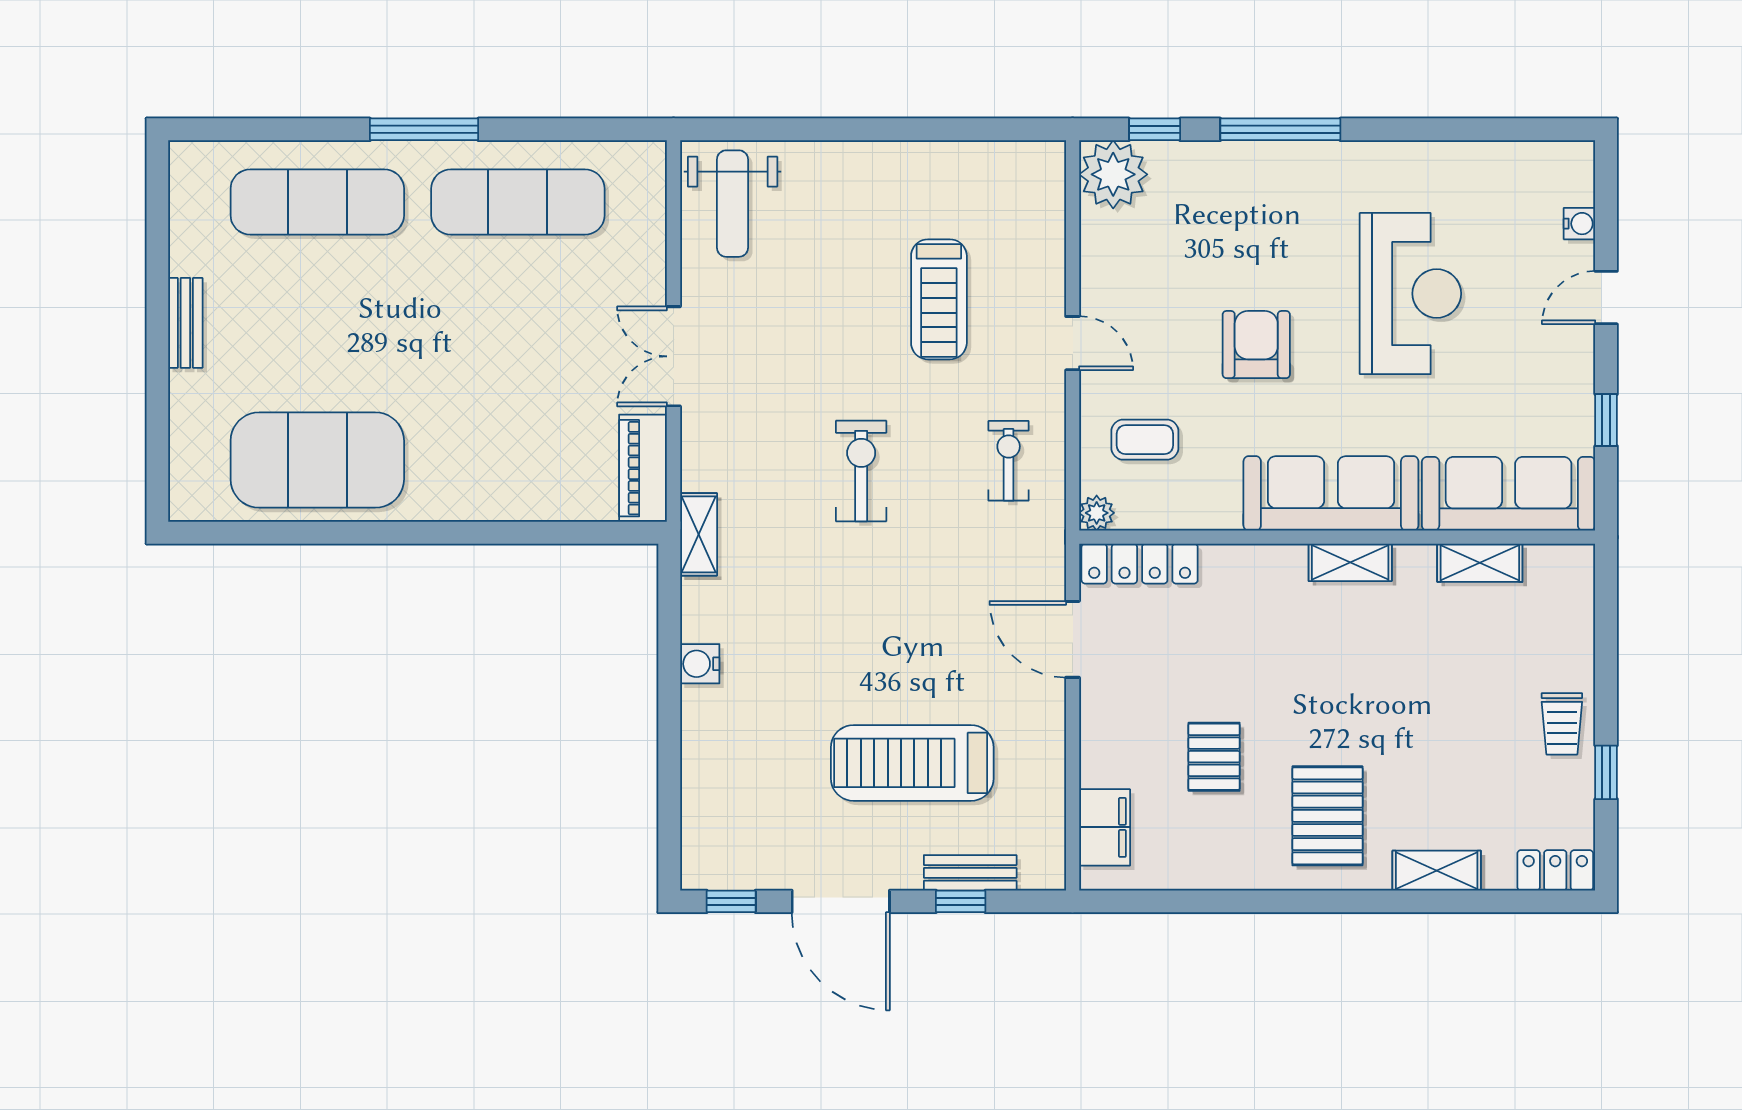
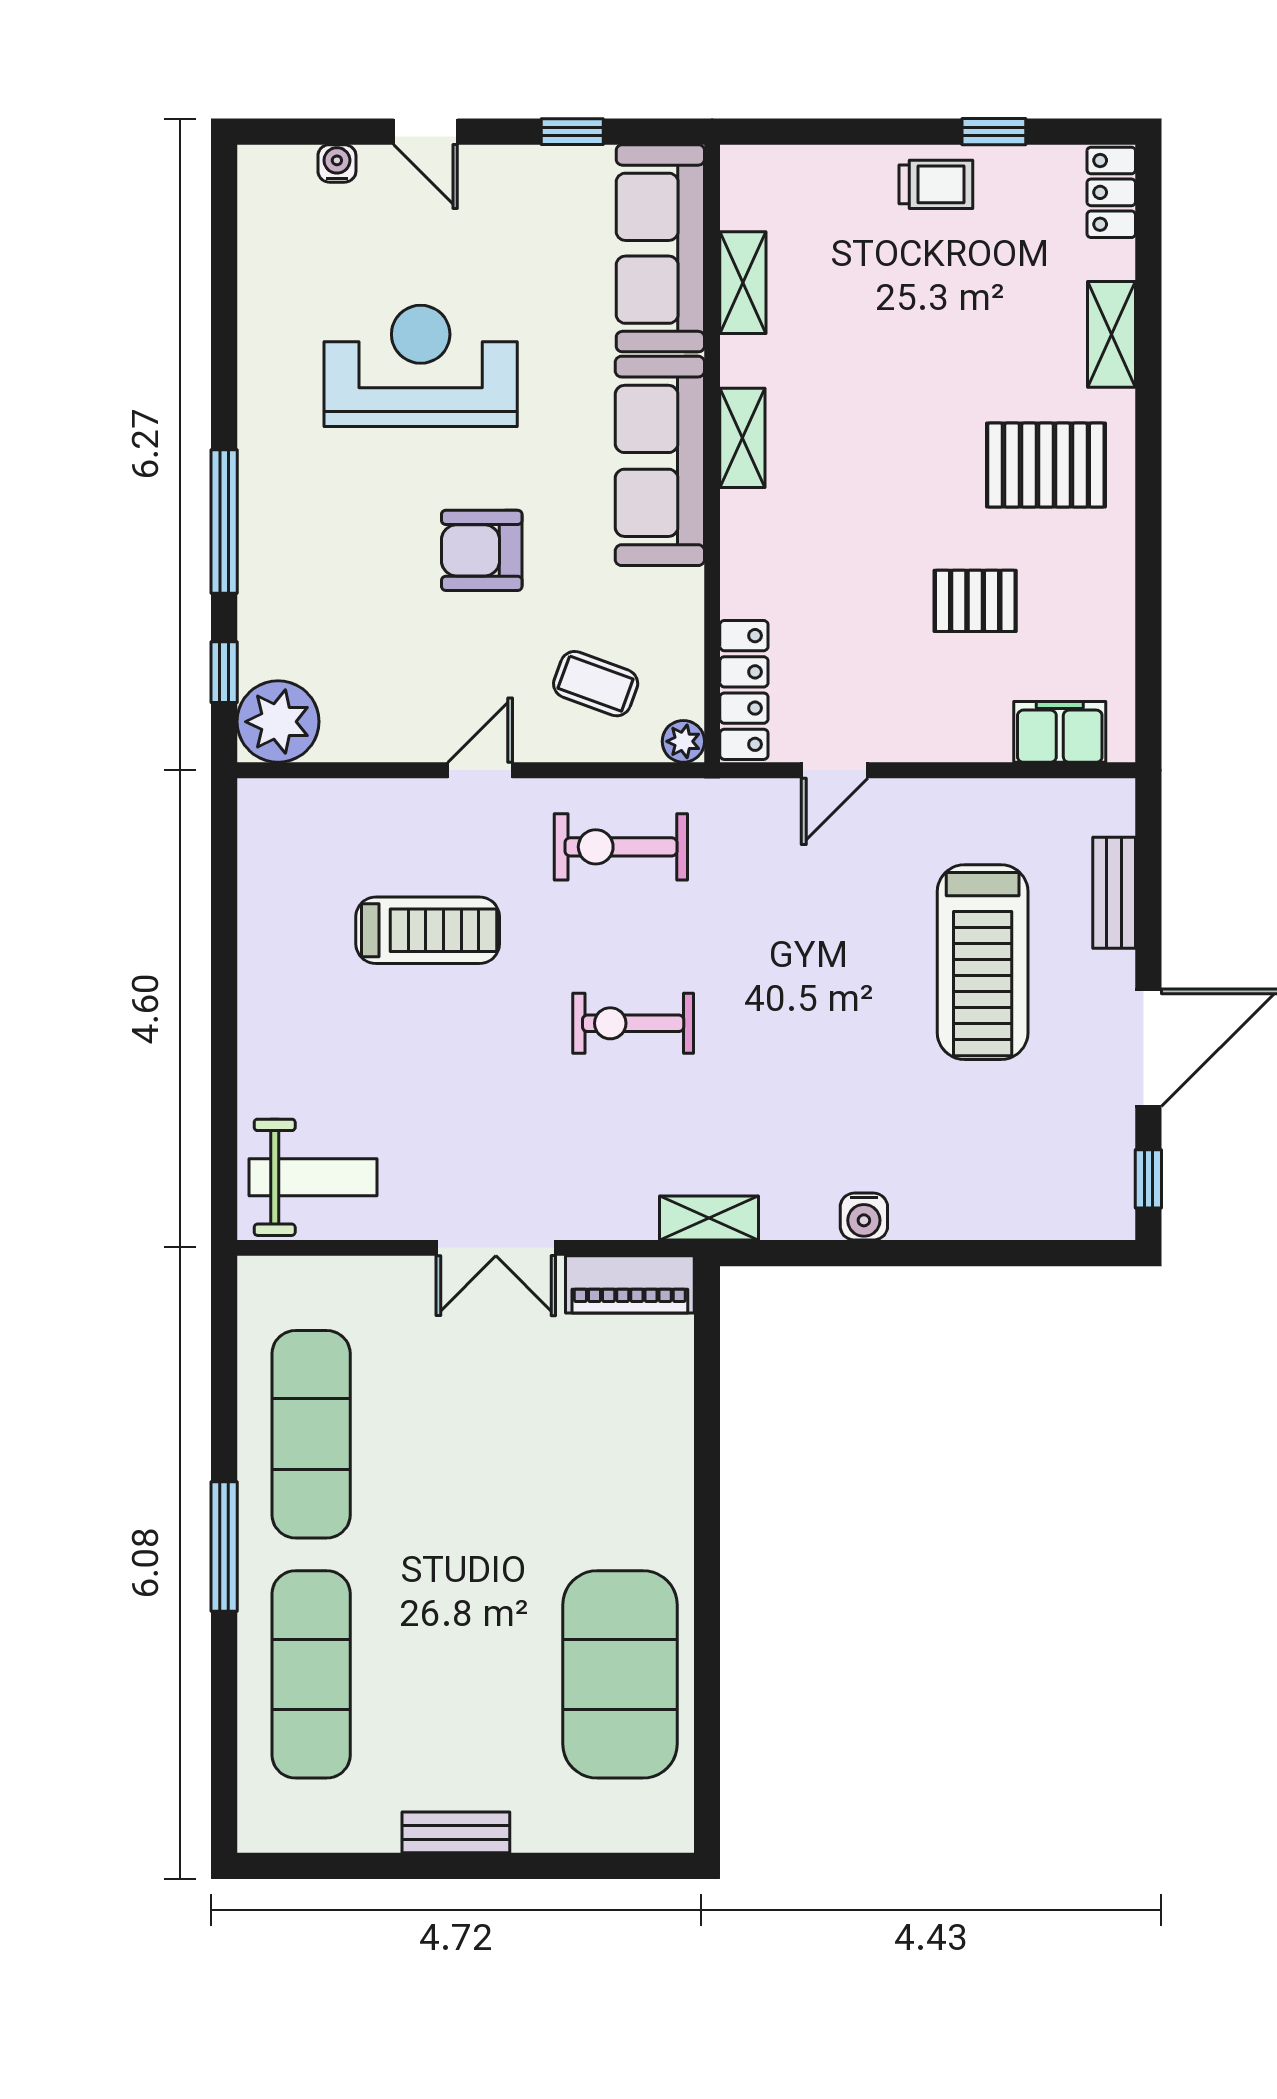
coffee table: (1145, 440) -> (596, 684), turned -70
exercise bike: (1009, 461) -> (621, 847), width x1.38, depth x1.39
door: (1073, 639) -> (835, 770), width x0.73
window: (961, 901) -> (1148, 904), removed

